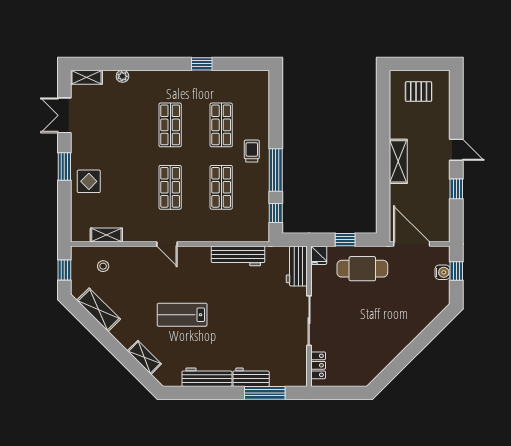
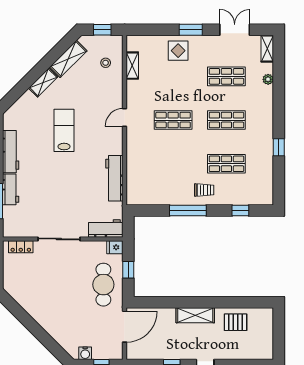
pallet: (419, 92) -> (236, 322), moved, turned 90
shop shelf: (221, 187) -> (226, 76), moved
window: (276, 213) -> (240, 210), moved
water cooler: (443, 272) -> (85, 353), moved
shelving: (144, 357) -> (43, 82), moved

